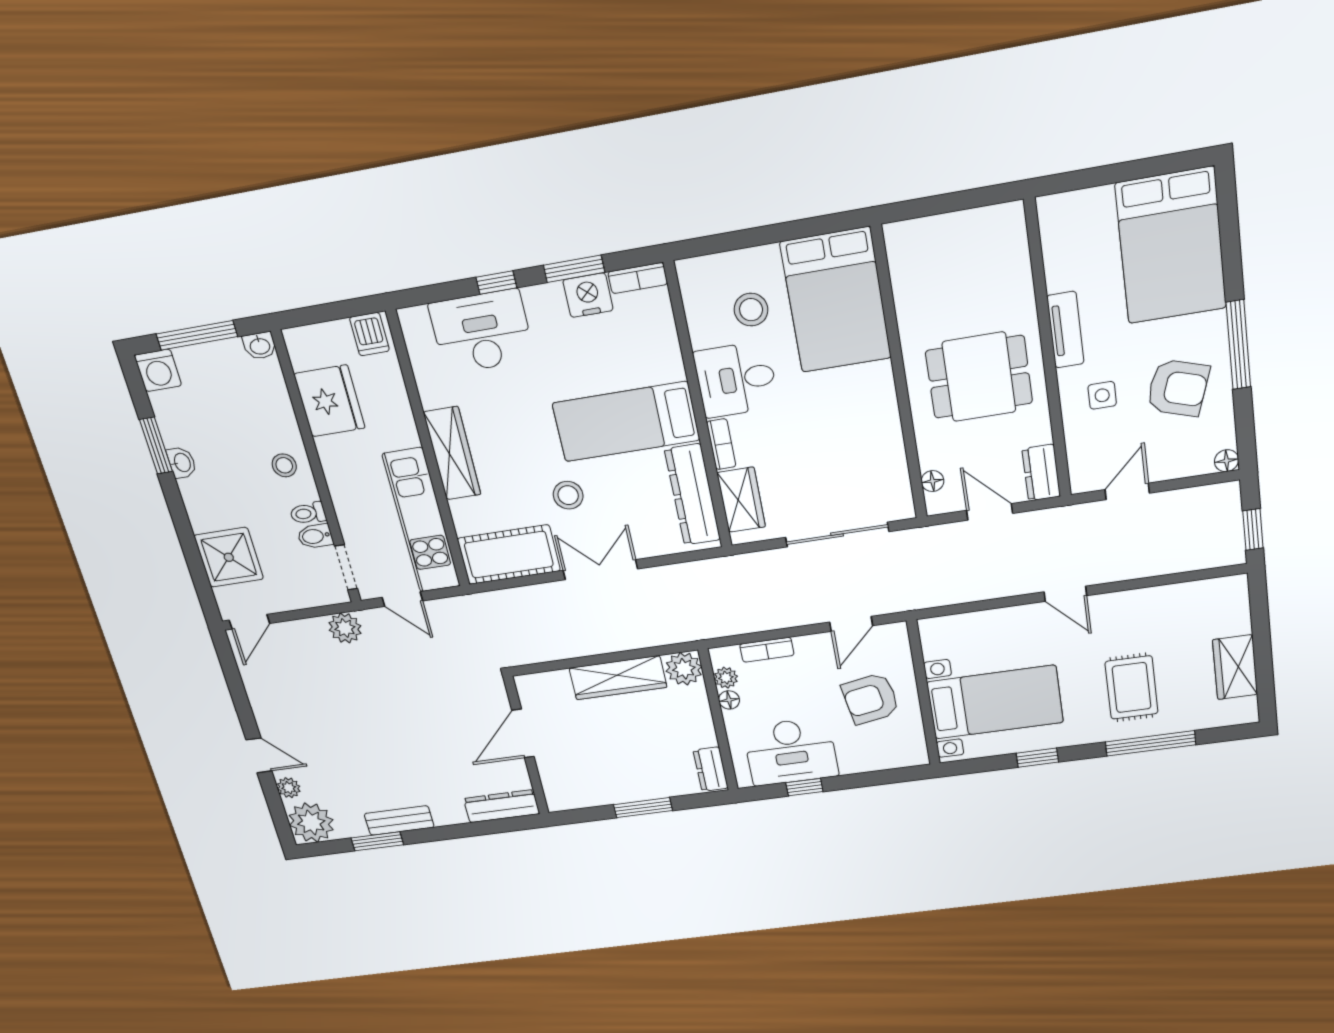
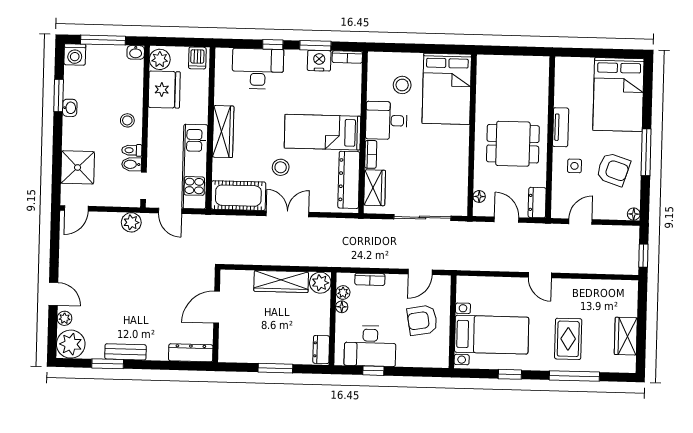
plant: (305, 350) -> (160, 59), added

